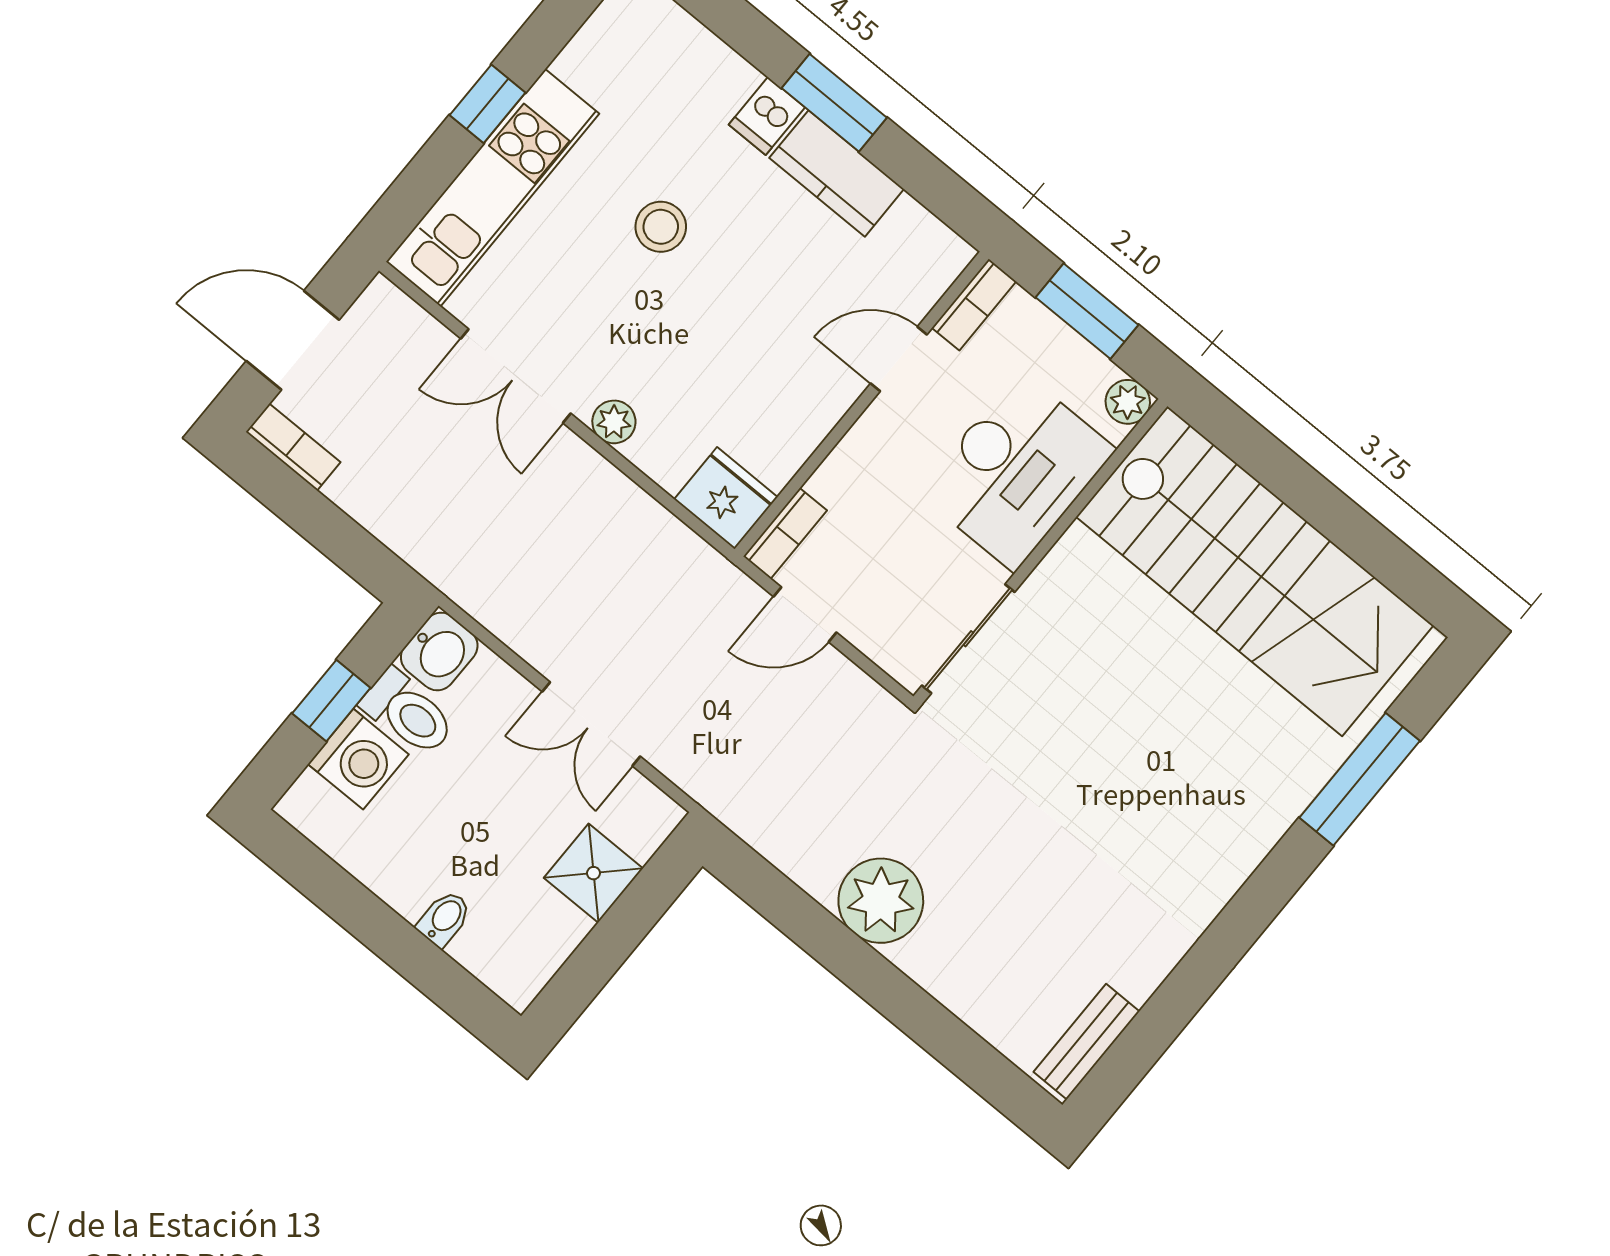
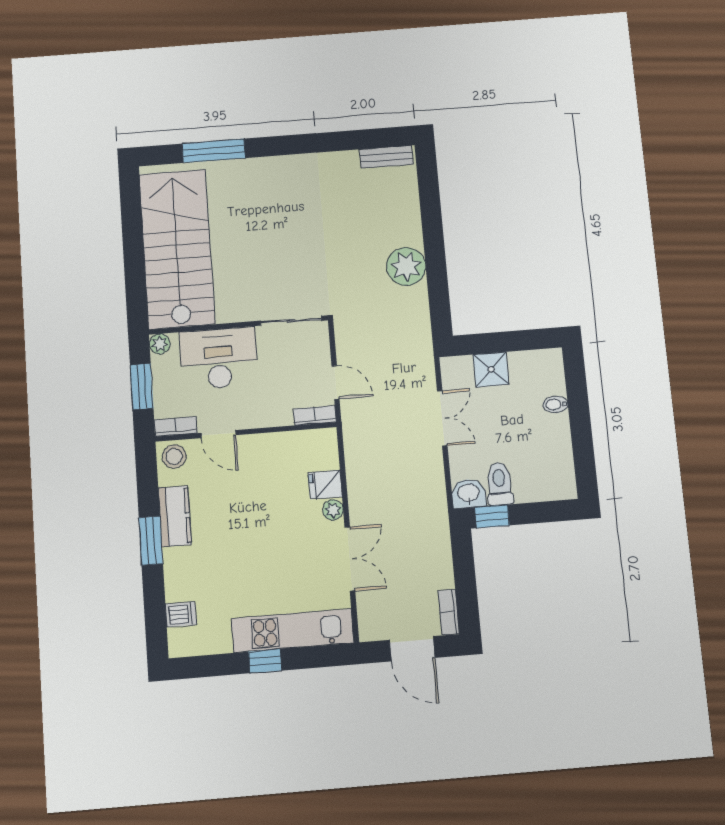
dishwasher: (767, 116) -> (181, 614), moved
stool: (661, 227) -> (174, 456), moved
fridge: (726, 498) -> (325, 485), moved, width x0.72
window: (331, 701) -> (492, 516), moved
washing machine: (358, 759) -> (532, 485), removed

